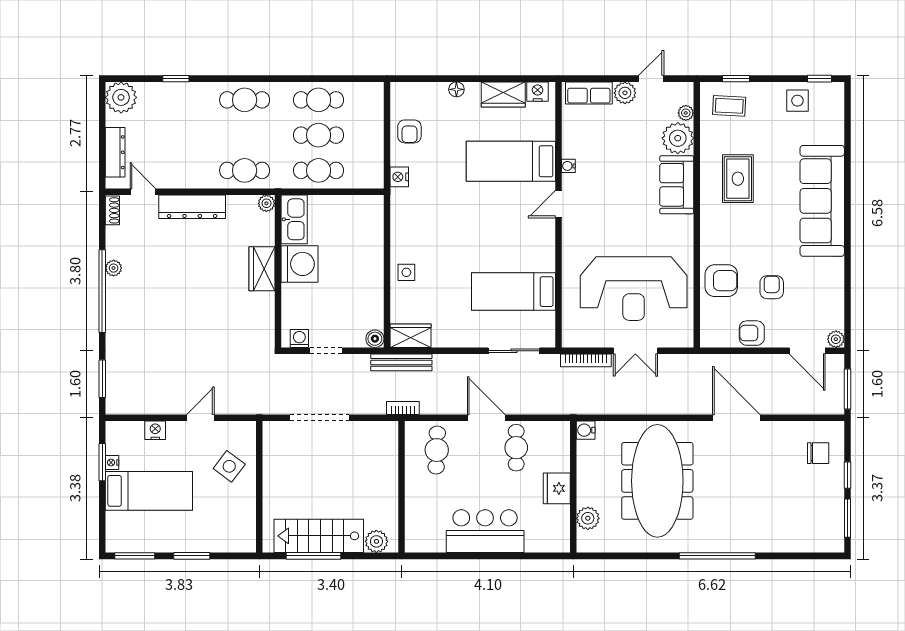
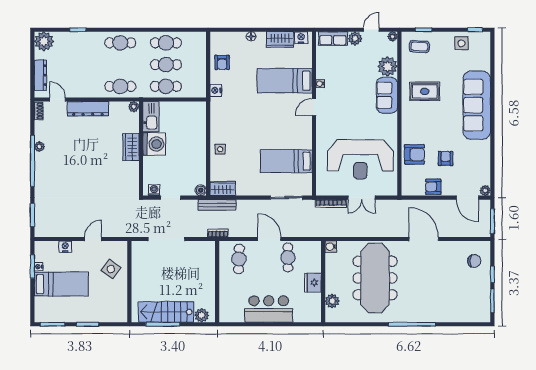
plant: (686, 113) -> (393, 36), moved
rug: (738, 179) -> (425, 91), turned 90

